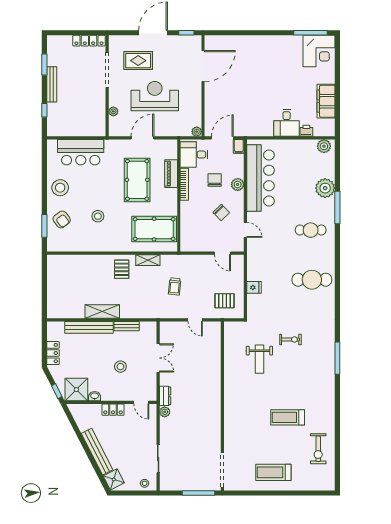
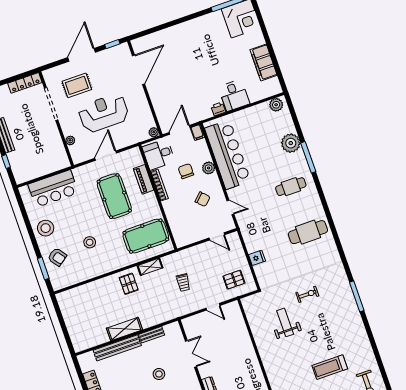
printer: (306, 131) -> (218, 109), moved
weight bench: (259, 359) -> (285, 322), turned 180

